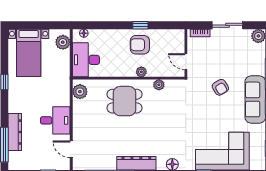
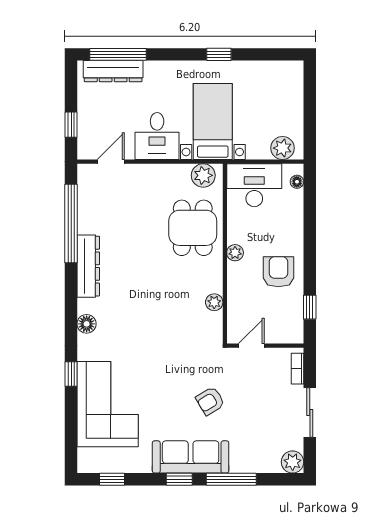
window: (140, 25) -> (310, 307), moved
bed with nightstands: (29, 53) -> (213, 121), moved, turned 90
plant: (141, 72) -> (235, 253), moved
dining table: (125, 101) -> (193, 228), moved
dresser: (15, 132) -> (113, 71), moved

